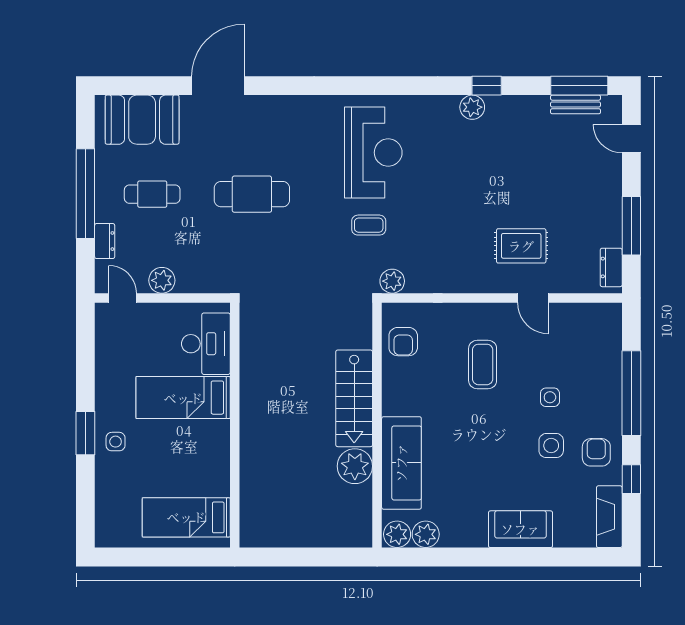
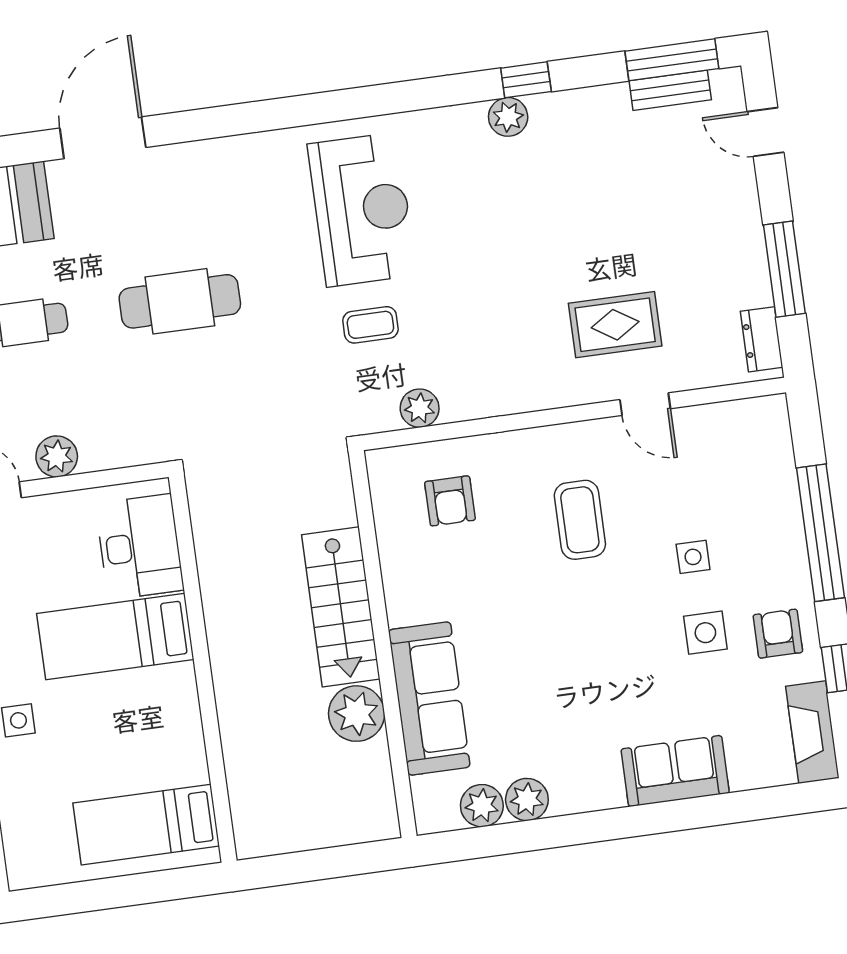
stairs: (354, 398) -> (341, 607), moved
wall: (377, 425) -> (383, 644), moved
sofa: (401, 463) -> (429, 698), moved
plant: (355, 466) -> (357, 714), moved

